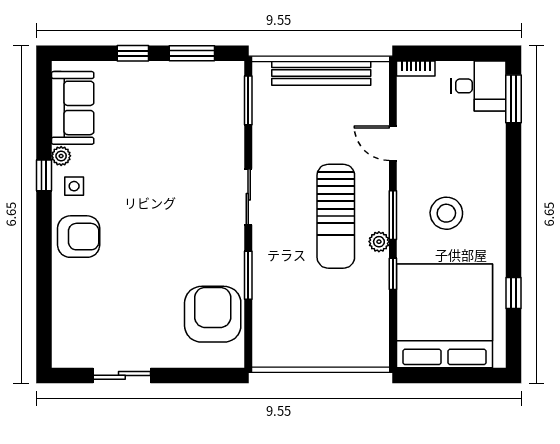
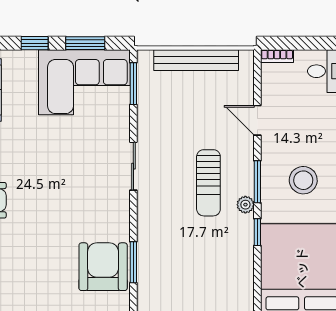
corner sofa: (191, 99) -> (84, 82), added
sun lounger: (336, 216) -> (208, 183), width x0.73, depth x0.75
window: (248, 275) -> (133, 262), moved

